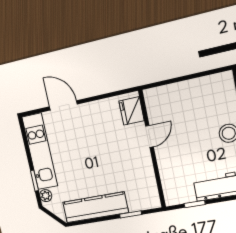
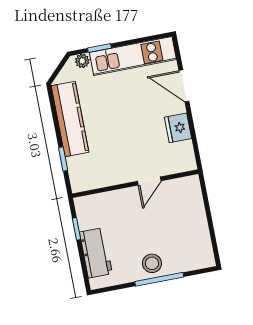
door: (63, 105) -> (184, 86), swing flipped
fridge: (132, 111) -> (178, 128), moved, turned -90
door: (150, 136) -> (149, 181), hinge flipped

